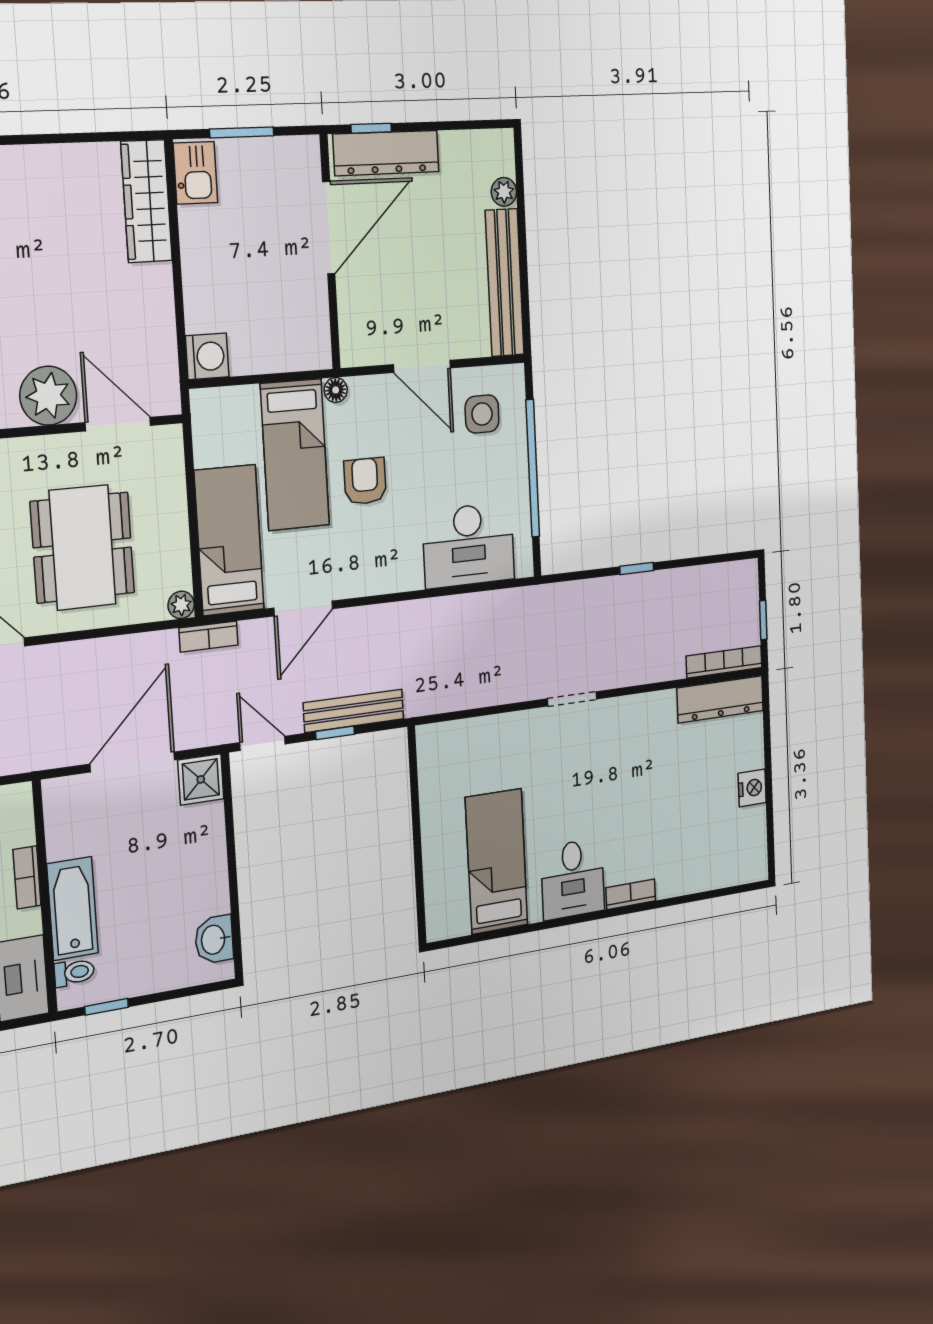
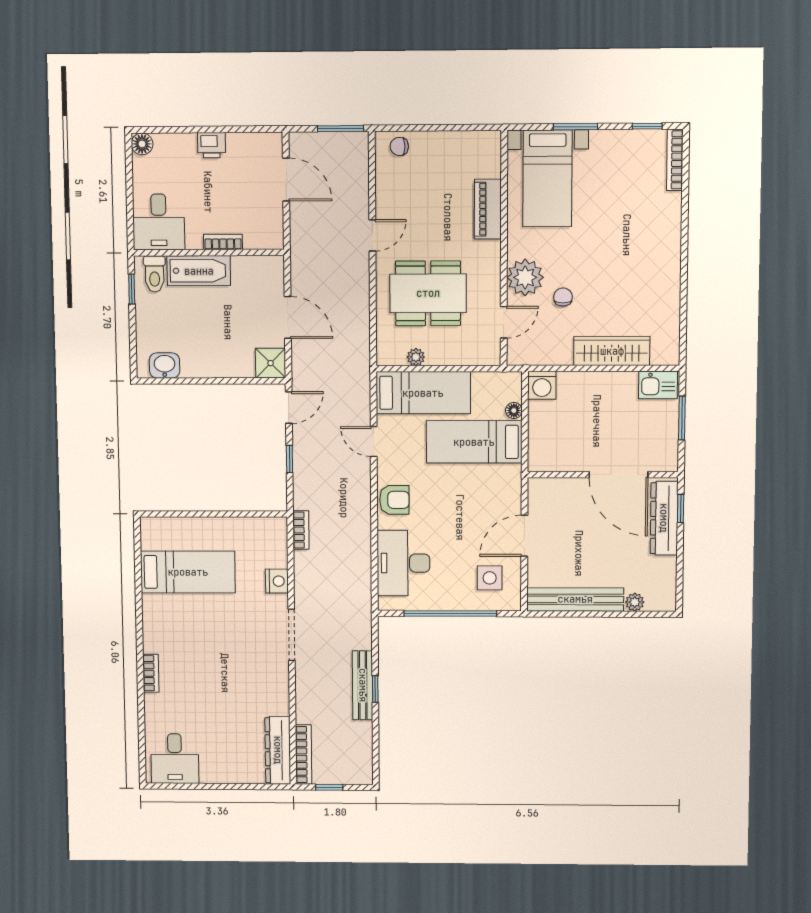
wardrobe: (146, 201) -> (612, 351), moved
chair: (74, 333) -> (563, 297), added
floor lamp: (336, 390) -> (514, 410), moved
door: (118, 424) -> (504, 322), width x0.73
armchair: (365, 481) -> (394, 500), moved
plant: (181, 605) -> (416, 357), moved
door: (303, 608) -> (374, 442), width x0.73
bookcase: (208, 637) -> (301, 530), moved, turned 180
doorway: (572, 699) -> (292, 635), width x1.38
bench: (354, 711) -> (363, 685), moved
door: (133, 762) -> (288, 317), width x0.73
nightstand: (752, 788) -> (277, 581), moved, turned -90
desk: (573, 879) -> (175, 759), moved, turned -90
toilet: (74, 972) -> (155, 274), width x1.37, depth x1.39

